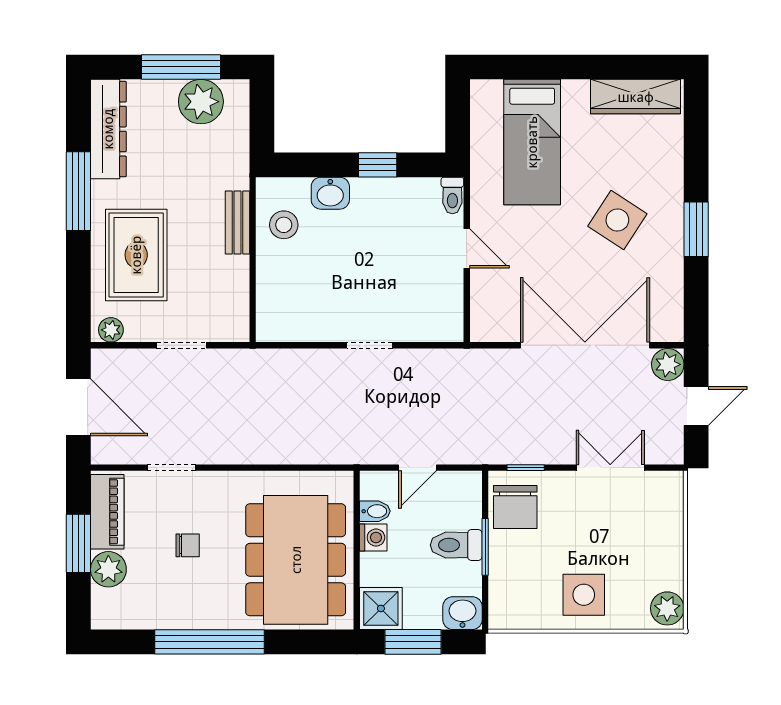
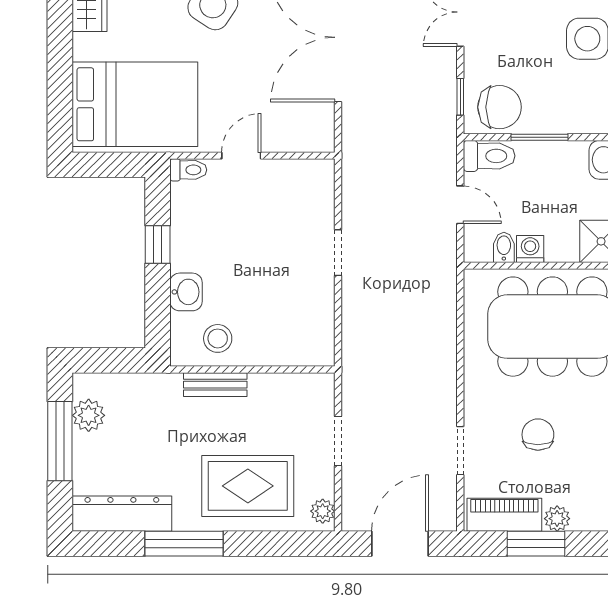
plant: (201, 102) -> (89, 415), width x0.73, depth x0.73
bed: (532, 142) -> (135, 104), width x1.50
chair: (188, 545) -> (538, 435), width x1.37, depth x1.37
toilet: (456, 545) -> (489, 156), moved, turned -90
plant: (108, 569) -> (557, 519), width x0.73, depth x0.73

